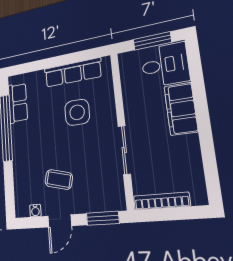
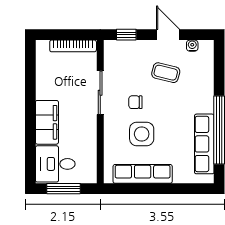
row of seats: (18, 103) -> (204, 144), width x1.48
chair: (86, 145) -> (135, 102), added
window: (103, 218) -> (126, 35), width x0.67
door: (60, 221) -> (168, 35), hinge flipped

